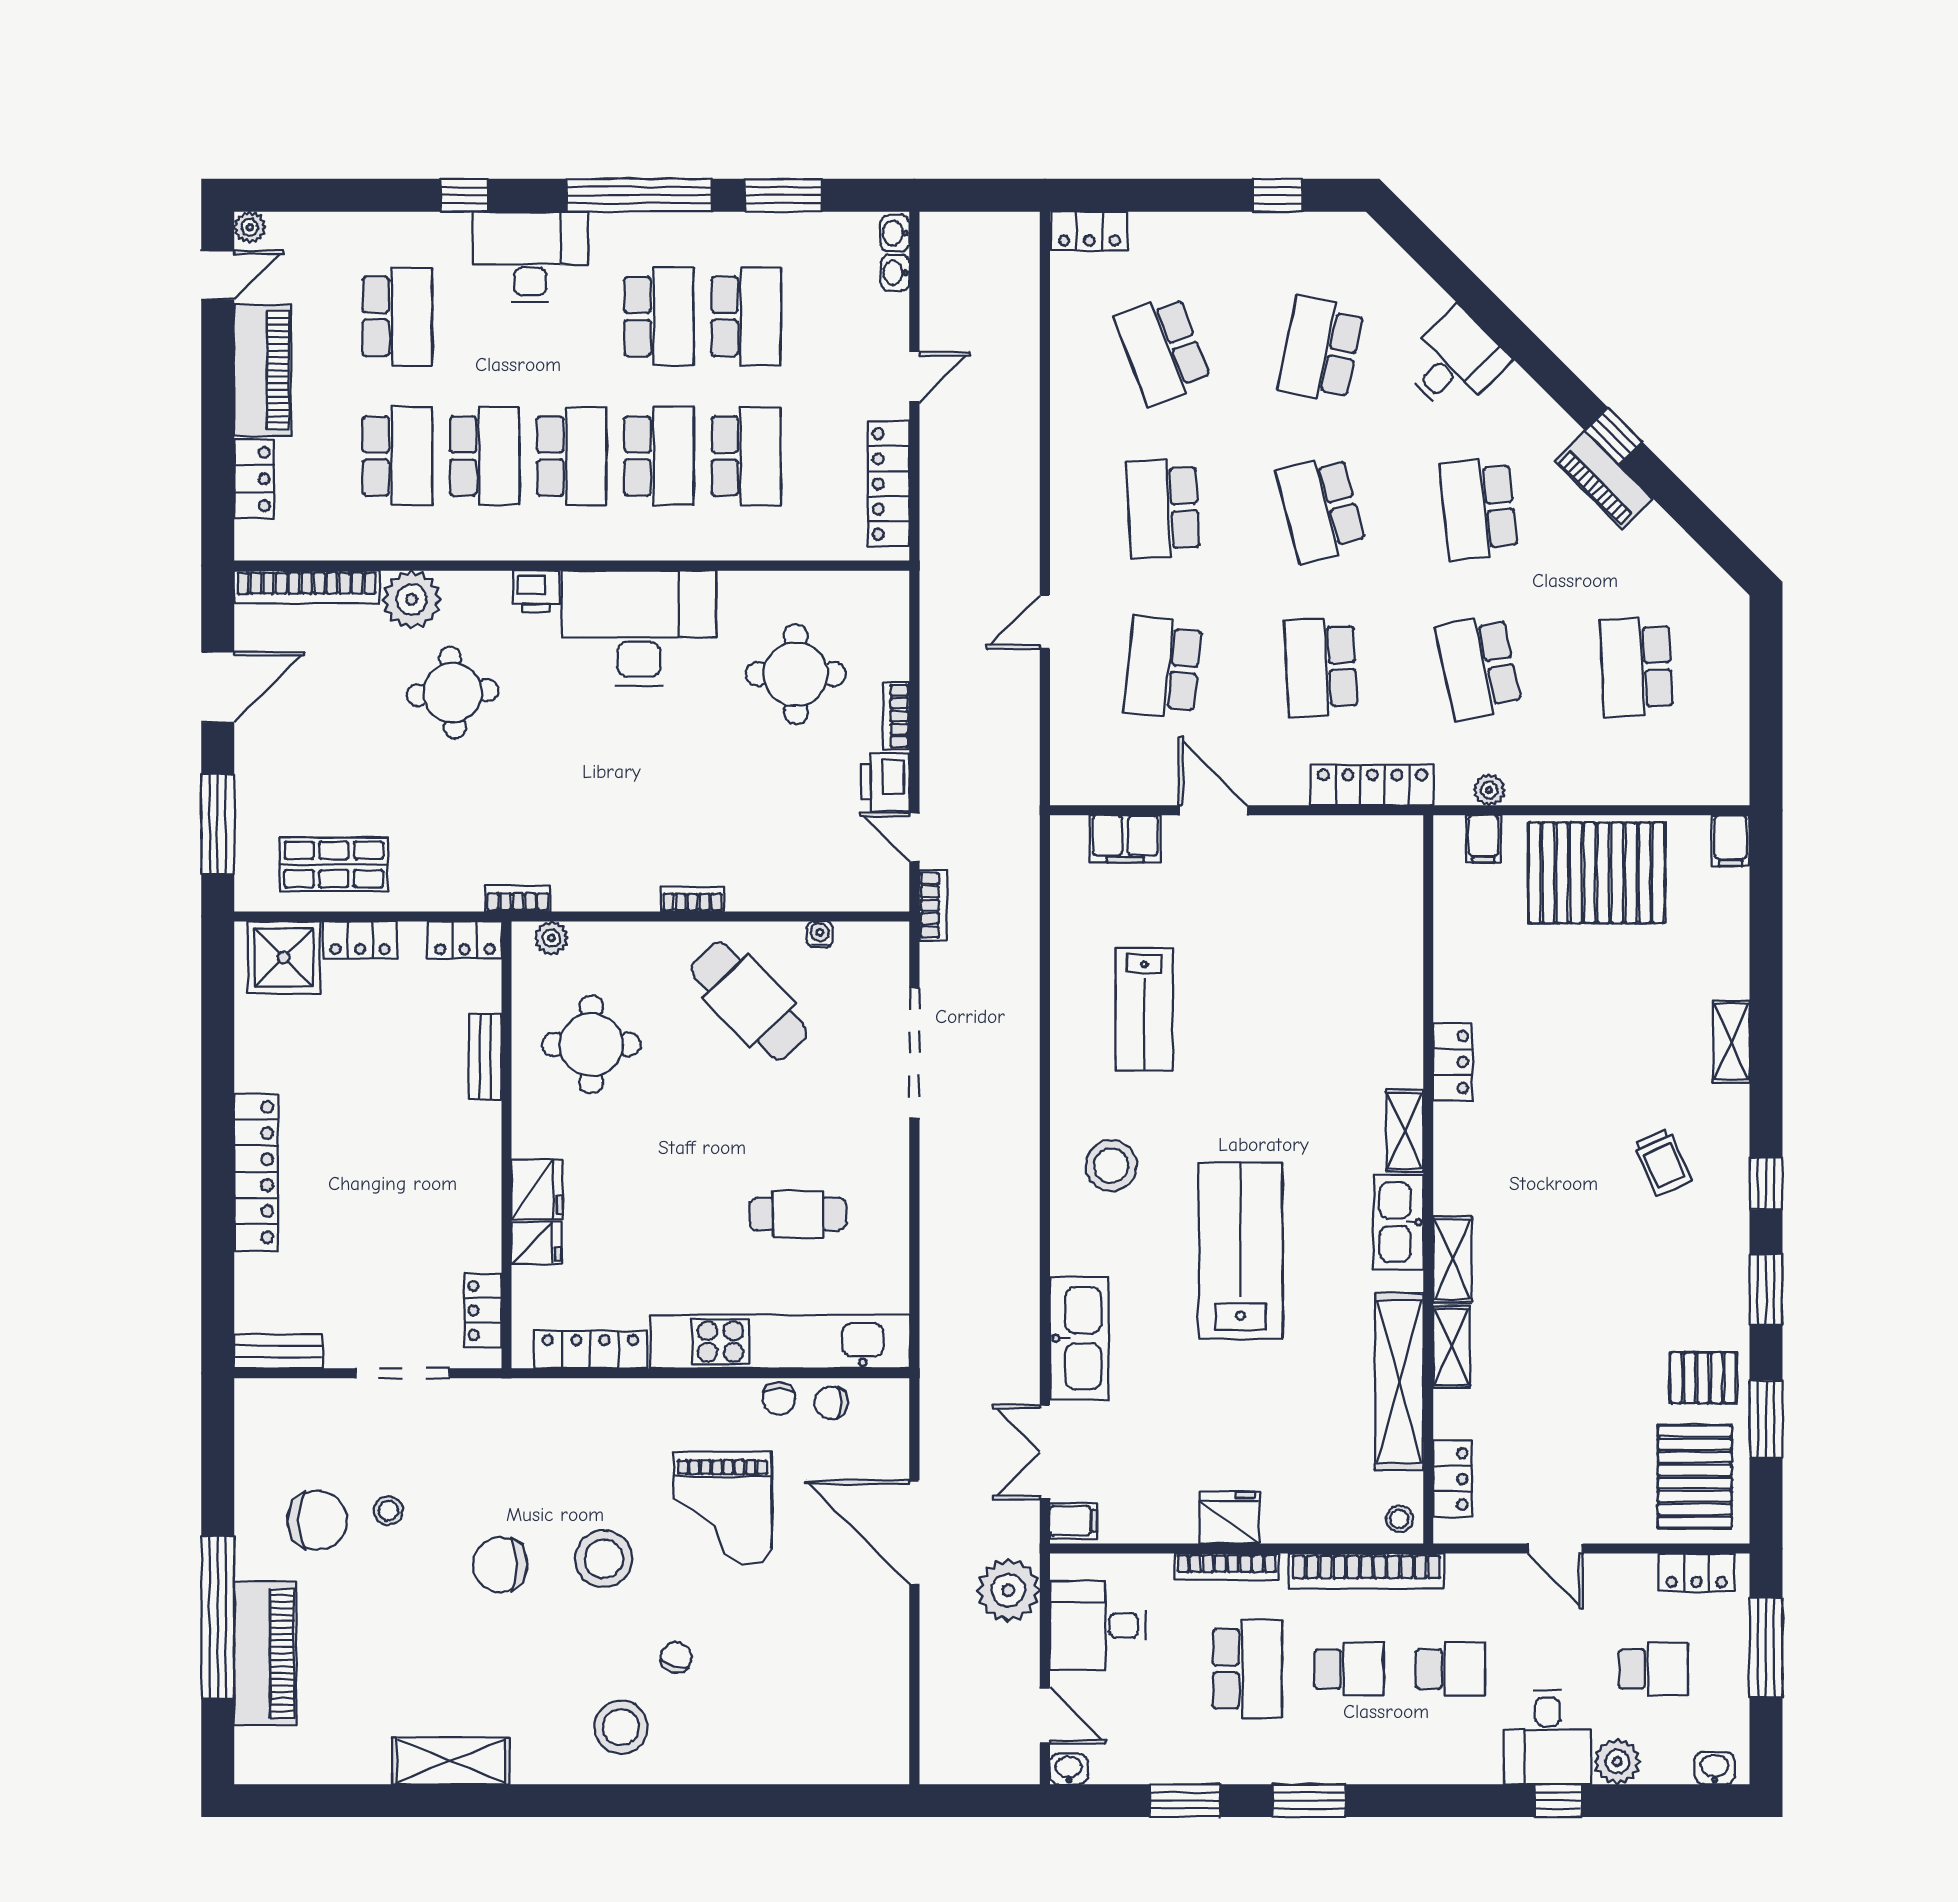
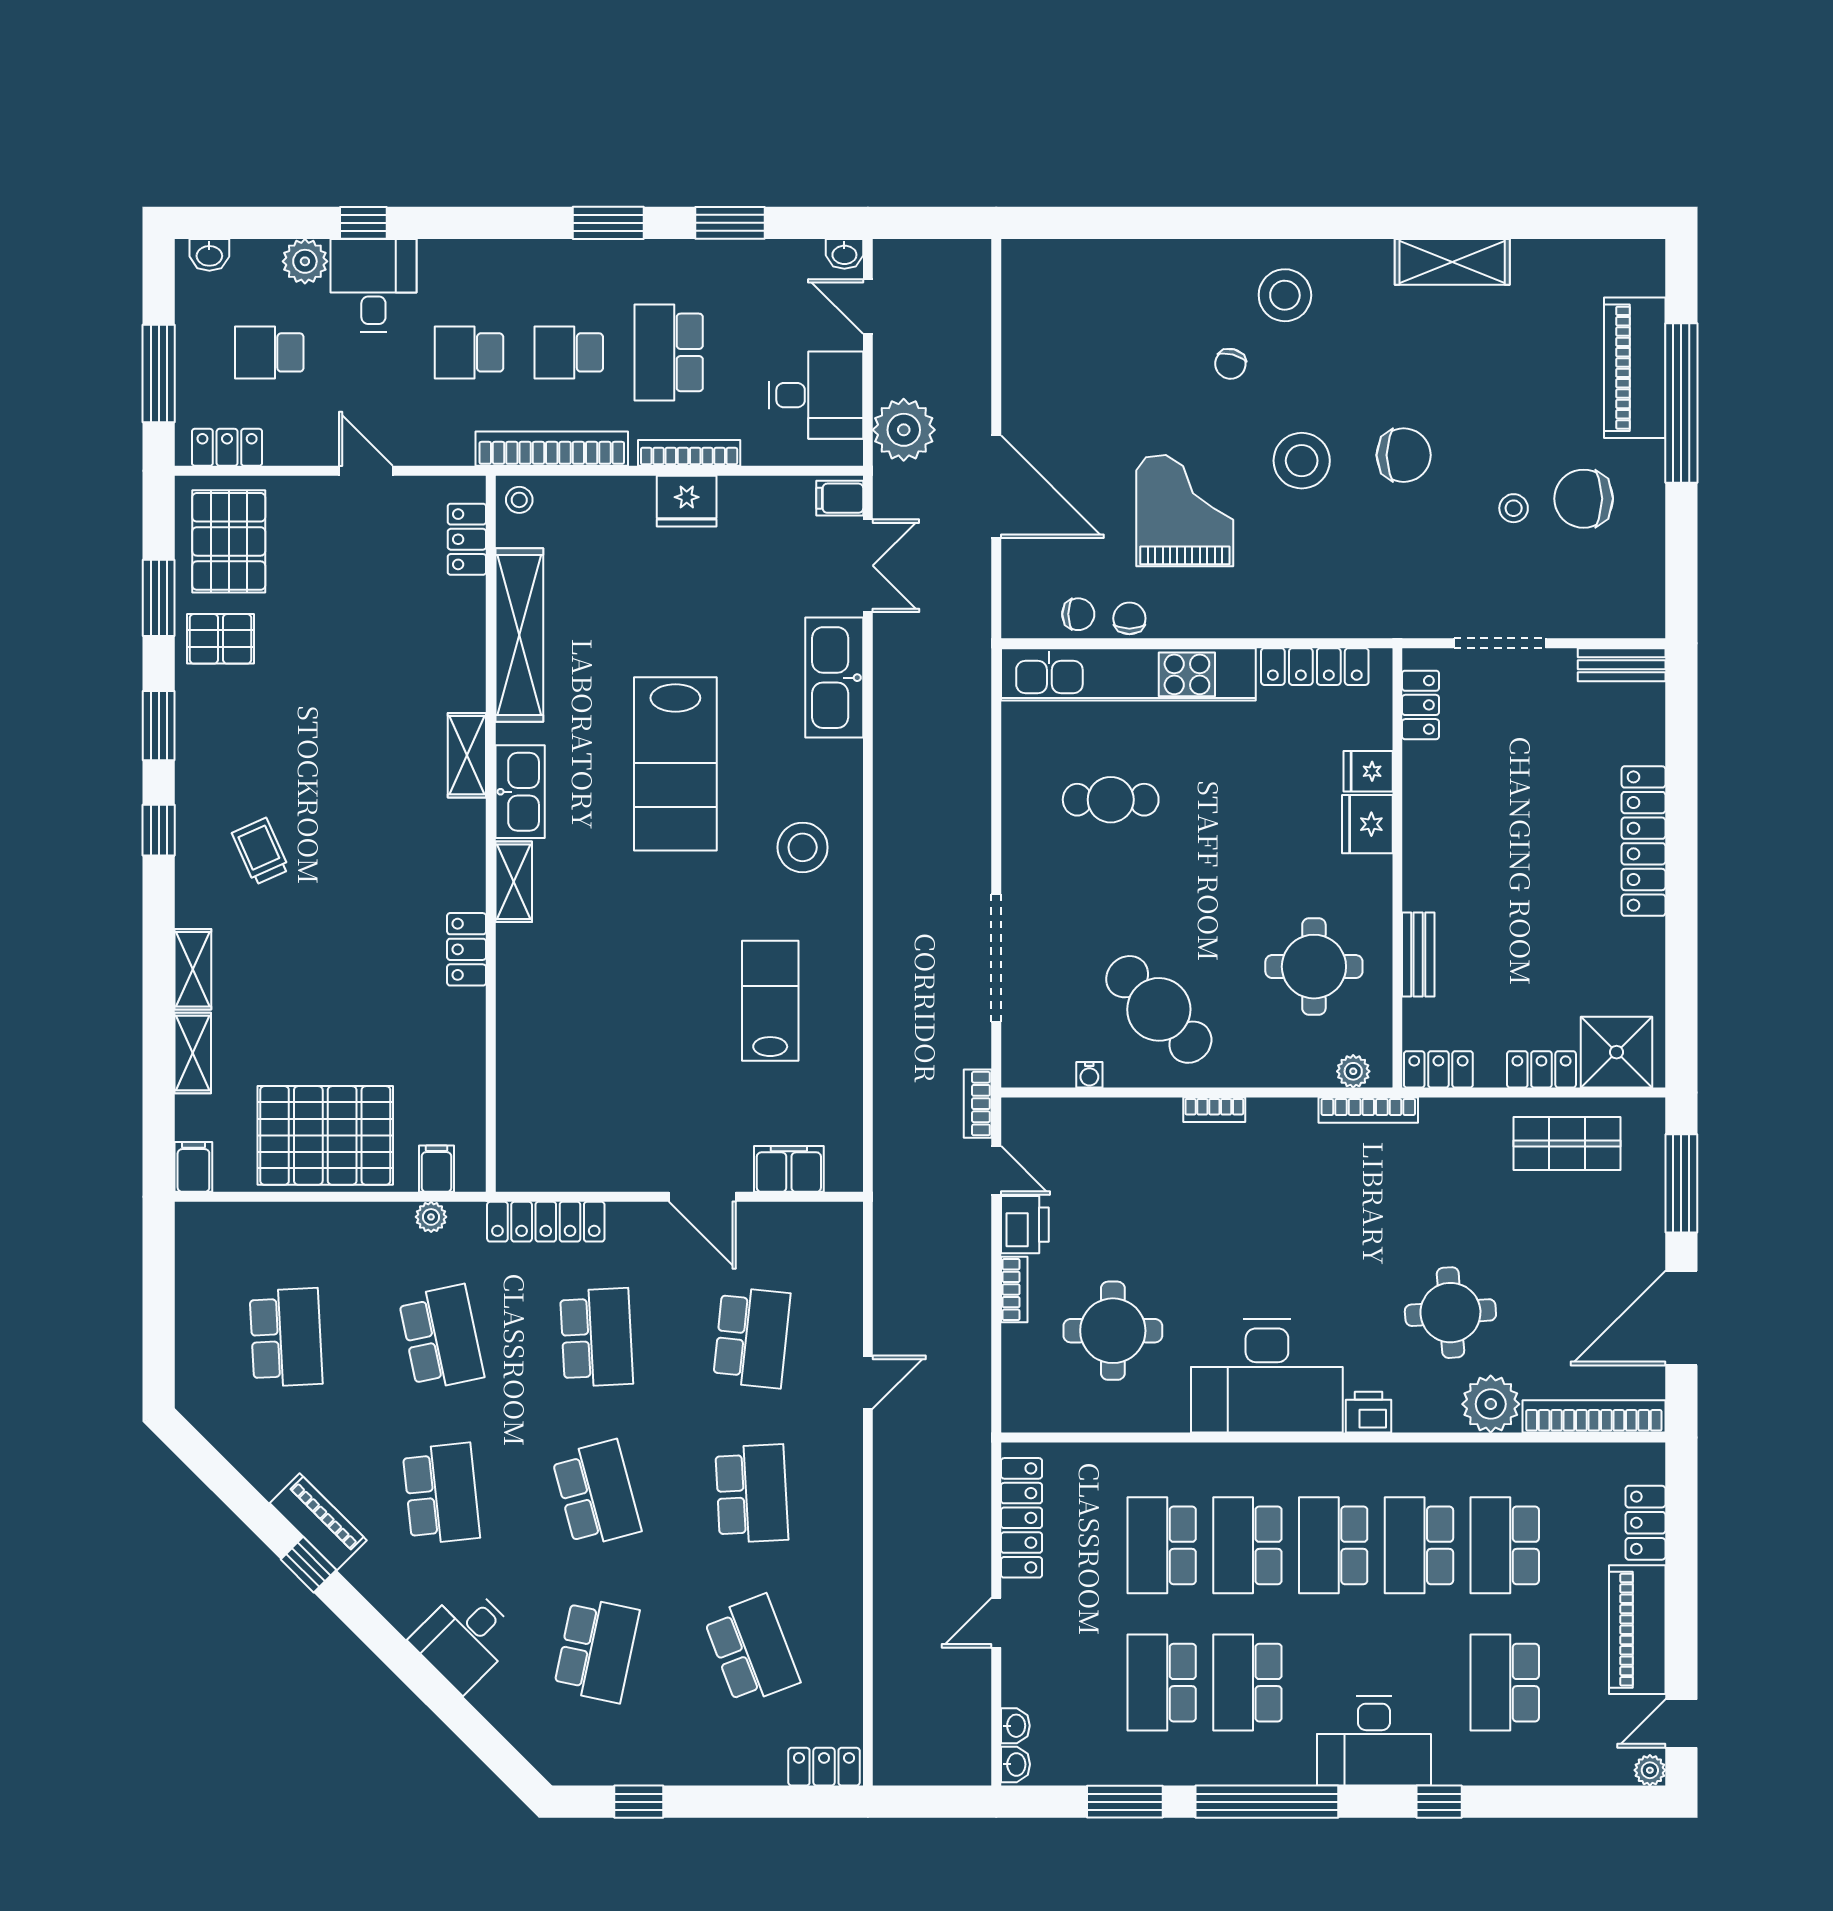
door: (218, 687) -> (1681, 1318), width x1.36
bookcase: (518, 899) -> (1368, 1110), width x1.56
shelving: (1452, 1347) -> (193, 1053), moved

